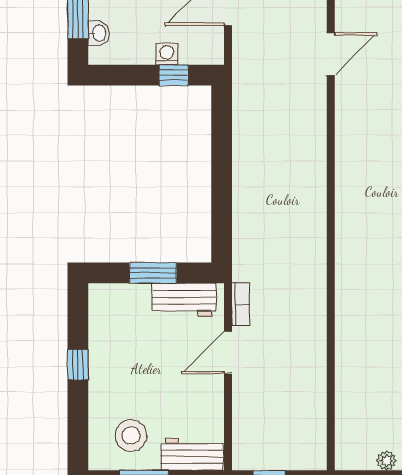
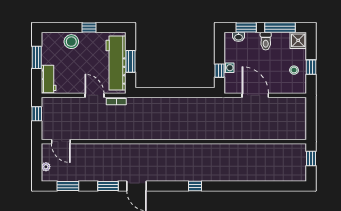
door: (331, 54) -> (61, 142), moved
workbench: (184, 300) -> (116, 63), width x1.88, depth x1.32
stool: (131, 436) -> (71, 42), moved

